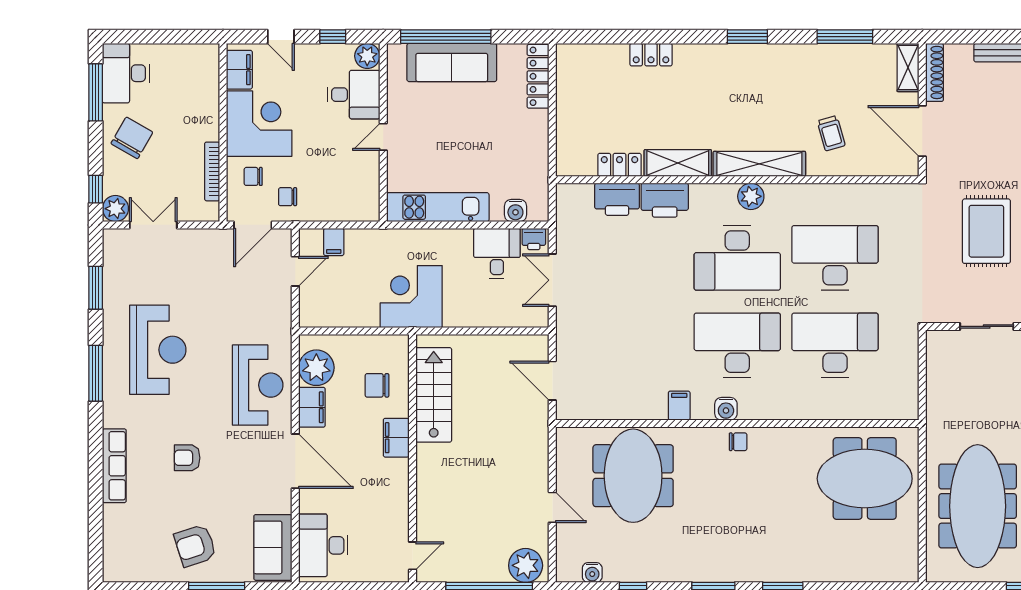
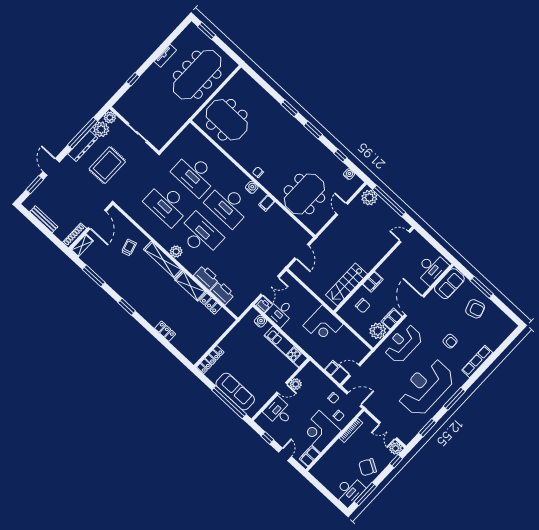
plant: (367, 56) -> (296, 384), moved
reception desk: (158, 350) -> (426, 387), width x1.36, depth x1.30

